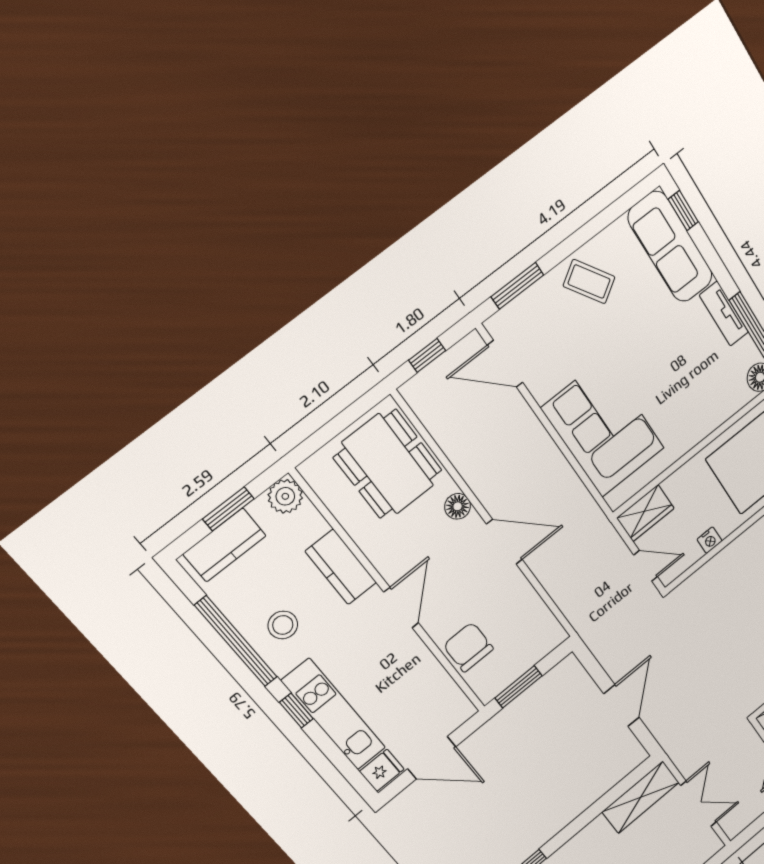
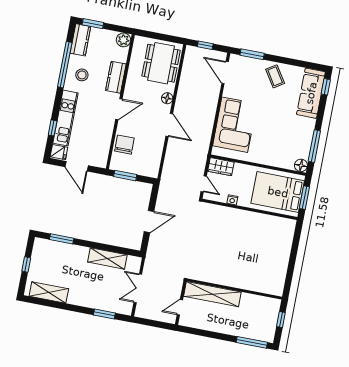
tv unit: (724, 314) -> (308, 132), removed
window: (228, 509) -> (93, 24), moved
kitchen counter: (225, 545) -> (80, 40), moved, turned -90
window: (296, 711) -> (53, 128), moved
shelving: (641, 797) -> (107, 258), moved
double door: (699, 804) -> (138, 288), swing flipped

